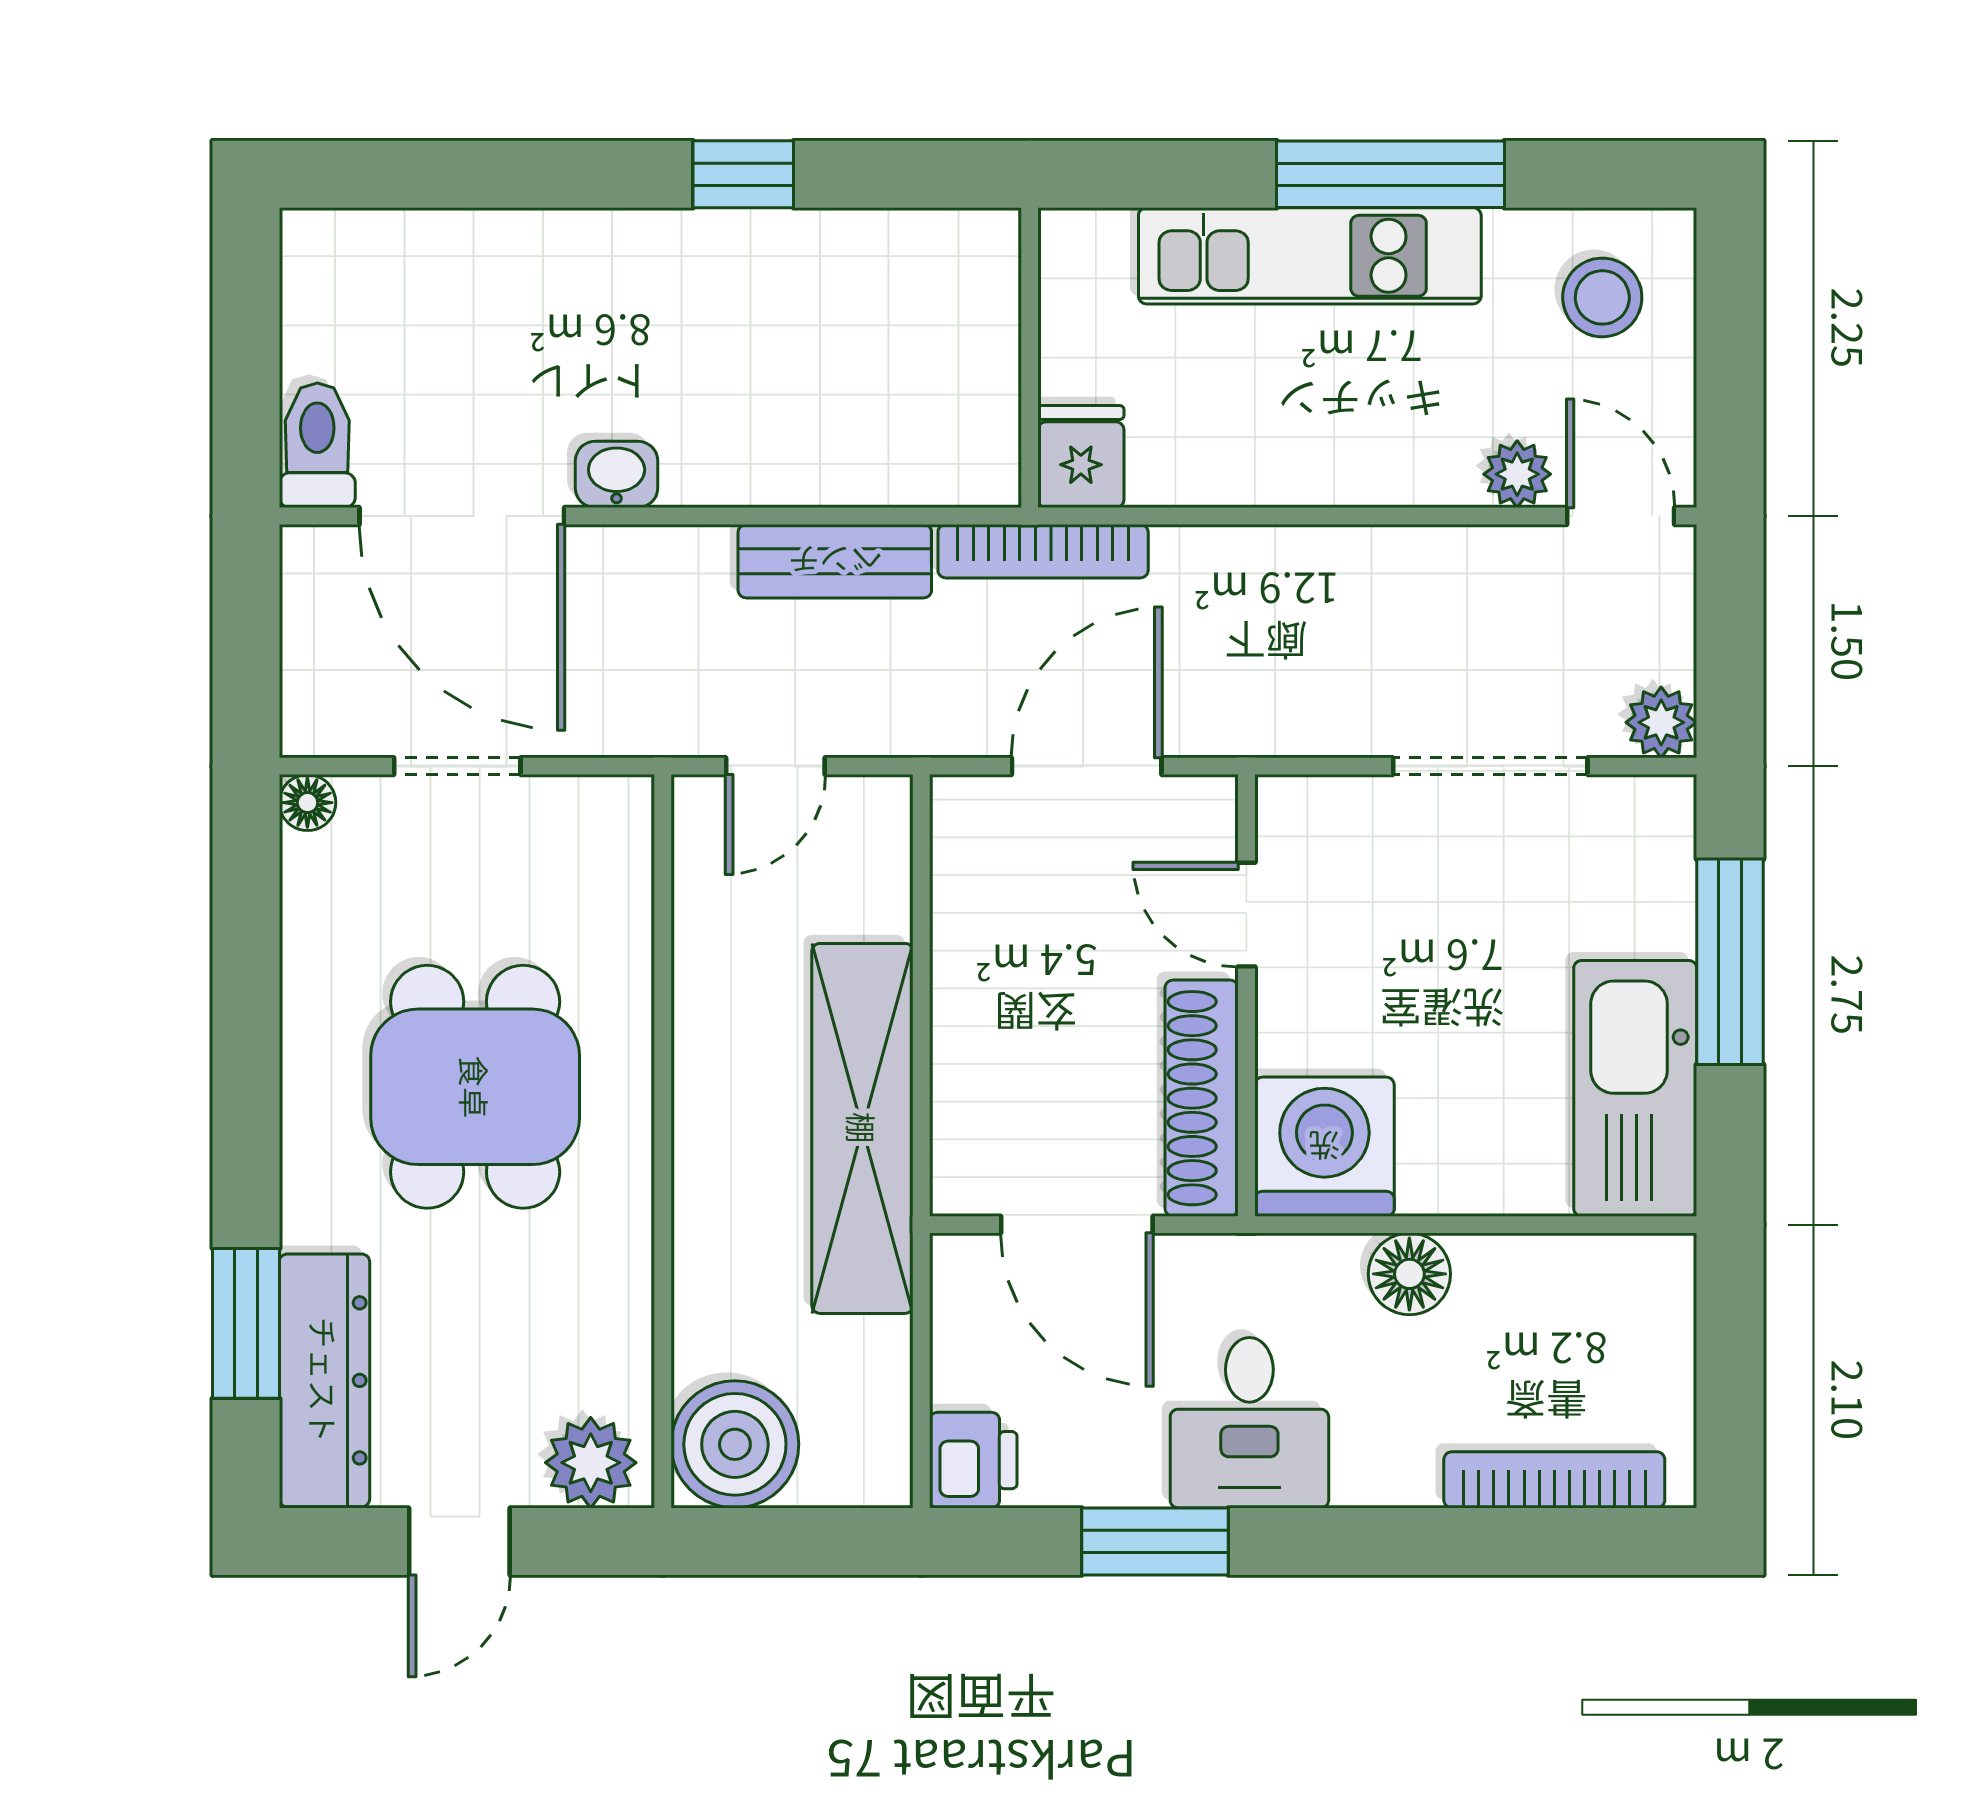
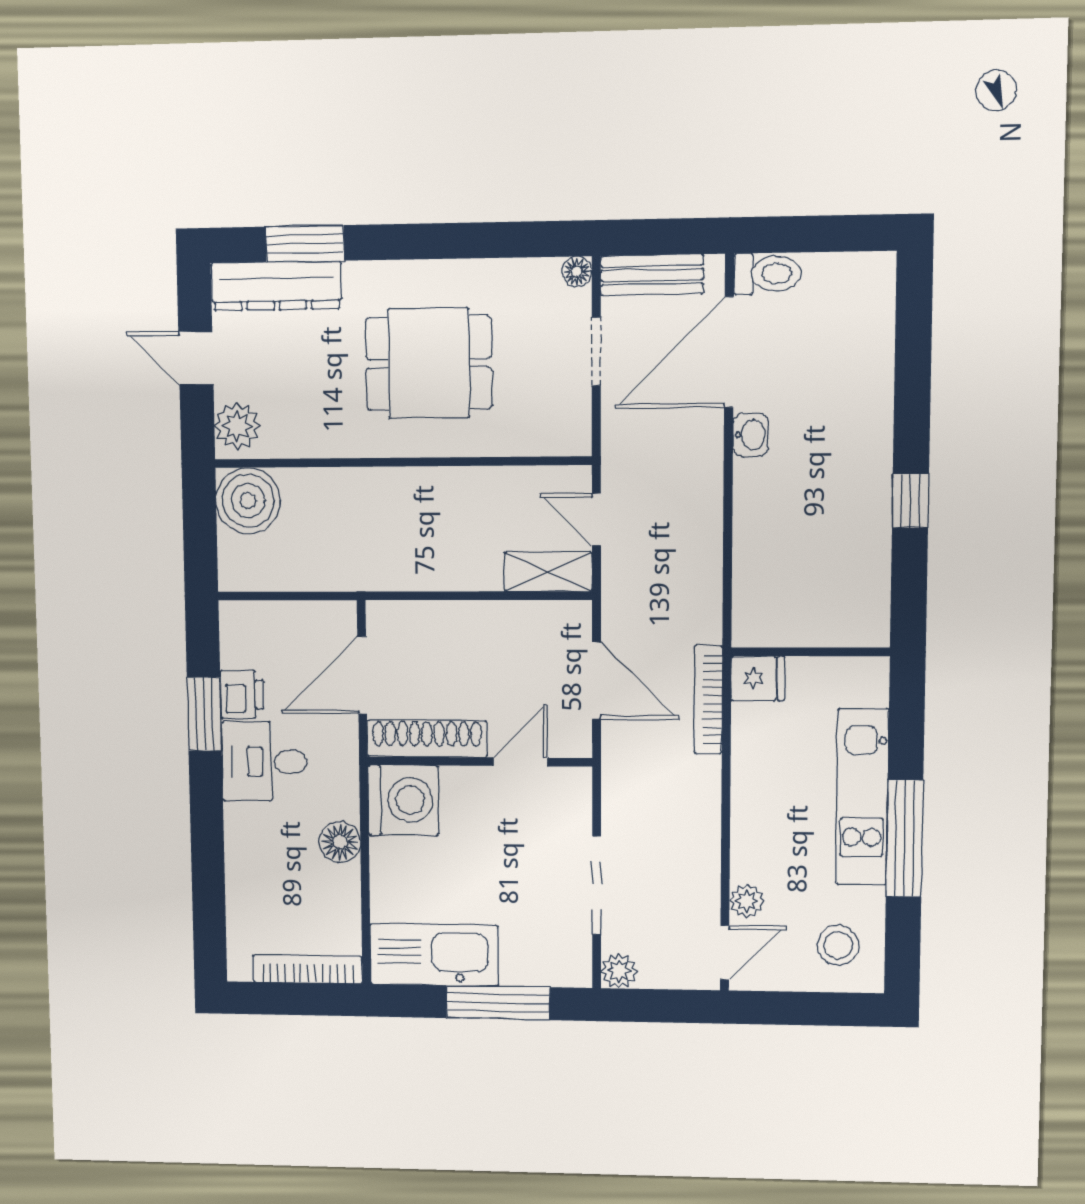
bookcase: (1043, 551) -> (708, 700), moved
bench: (835, 561) -> (652, 275), moved, turned 90
shelving: (862, 1128) -> (548, 572), moved, width x0.45, depth x0.75
printer: (973, 1460) -> (242, 694), moved, turned -90
bookcase: (1554, 1480) -> (308, 969), moved, turned -90

